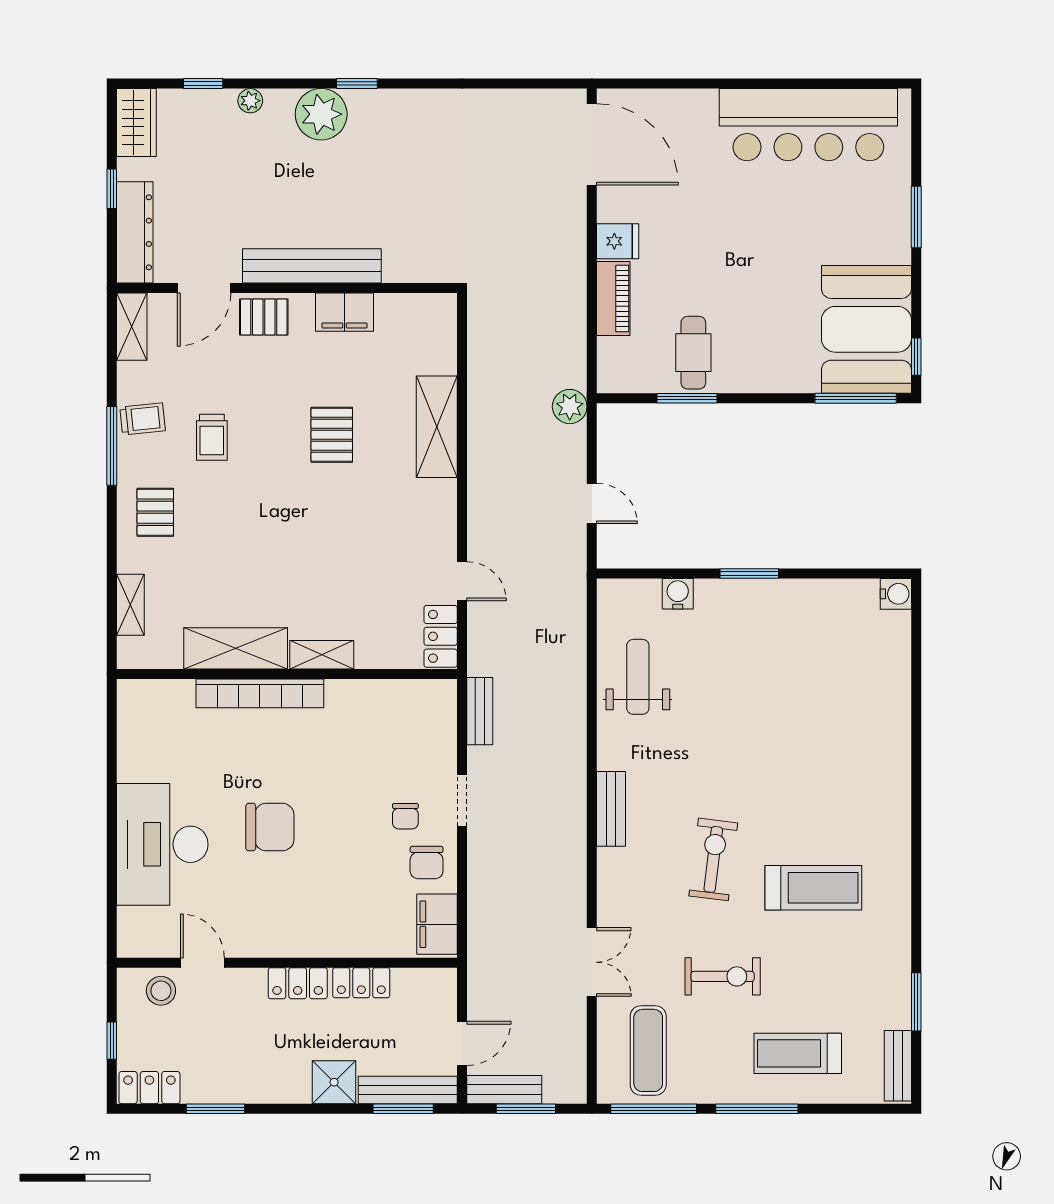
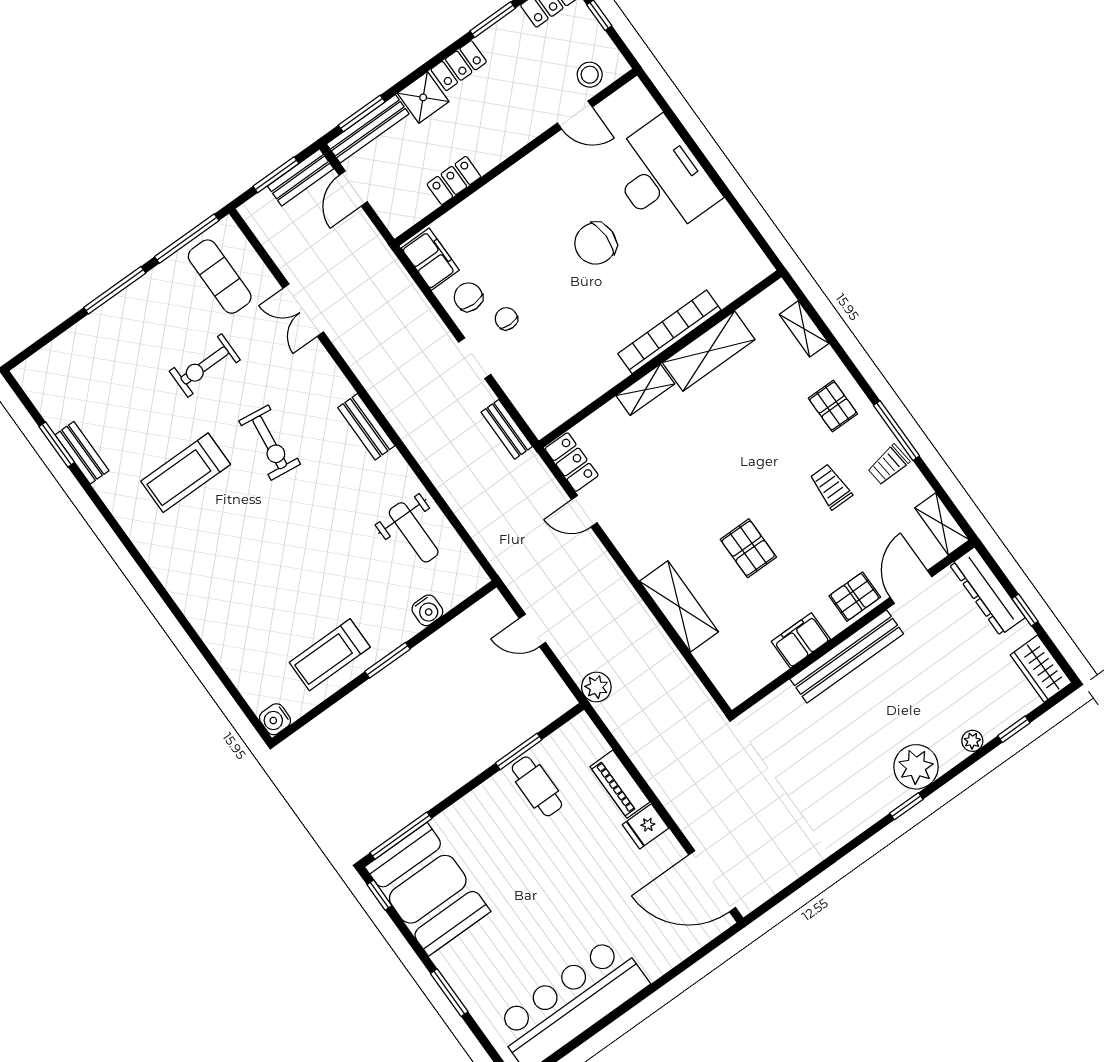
locker: (298, 983) -> (459, 66), moved, turned 180
treadmill: (798, 1053) -> (330, 655), moved, turned 180
bench: (898, 1066) -> (82, 453), moved

